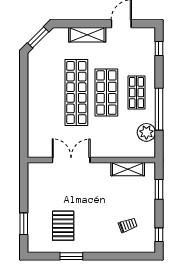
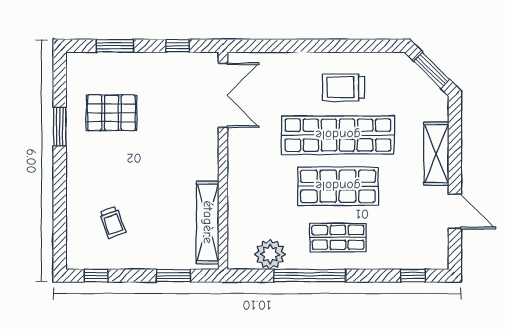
trolley: (48, 89) -> (343, 87), added
double door: (71, 160) -> (223, 95), moved
shelving: (128, 169) -> (208, 222), width x1.47
window: (24, 187) -> (178, 46), added

